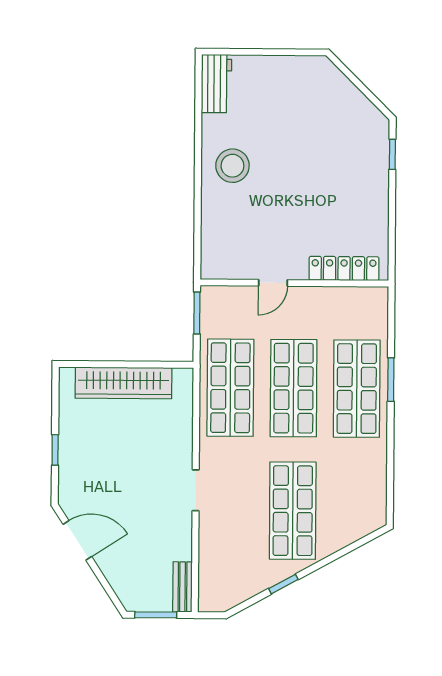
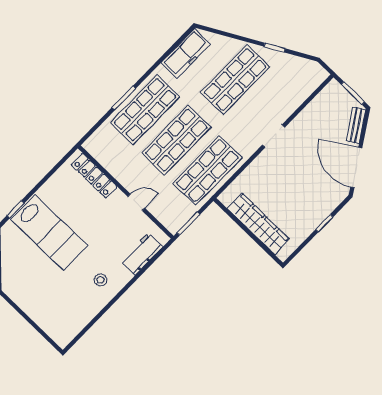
workbench: (216, 84) -> (142, 254), moved
lab bench: (334, 164) -> (49, 233), added
stool: (232, 166) -> (100, 280), width x0.53, depth x0.53
freezer: (371, 489) -> (186, 53), added
door: (77, 540) -> (356, 168), width x1.36
bench: (182, 587) -> (356, 125), moved, turned -33

